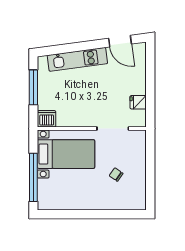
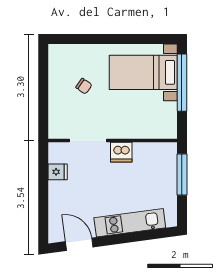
window: (33, 87) -> (182, 175), moved
dishwasher: (47, 119) -> (121, 152), moved
bed with nightstands: (66, 154) -> (143, 72), moved

